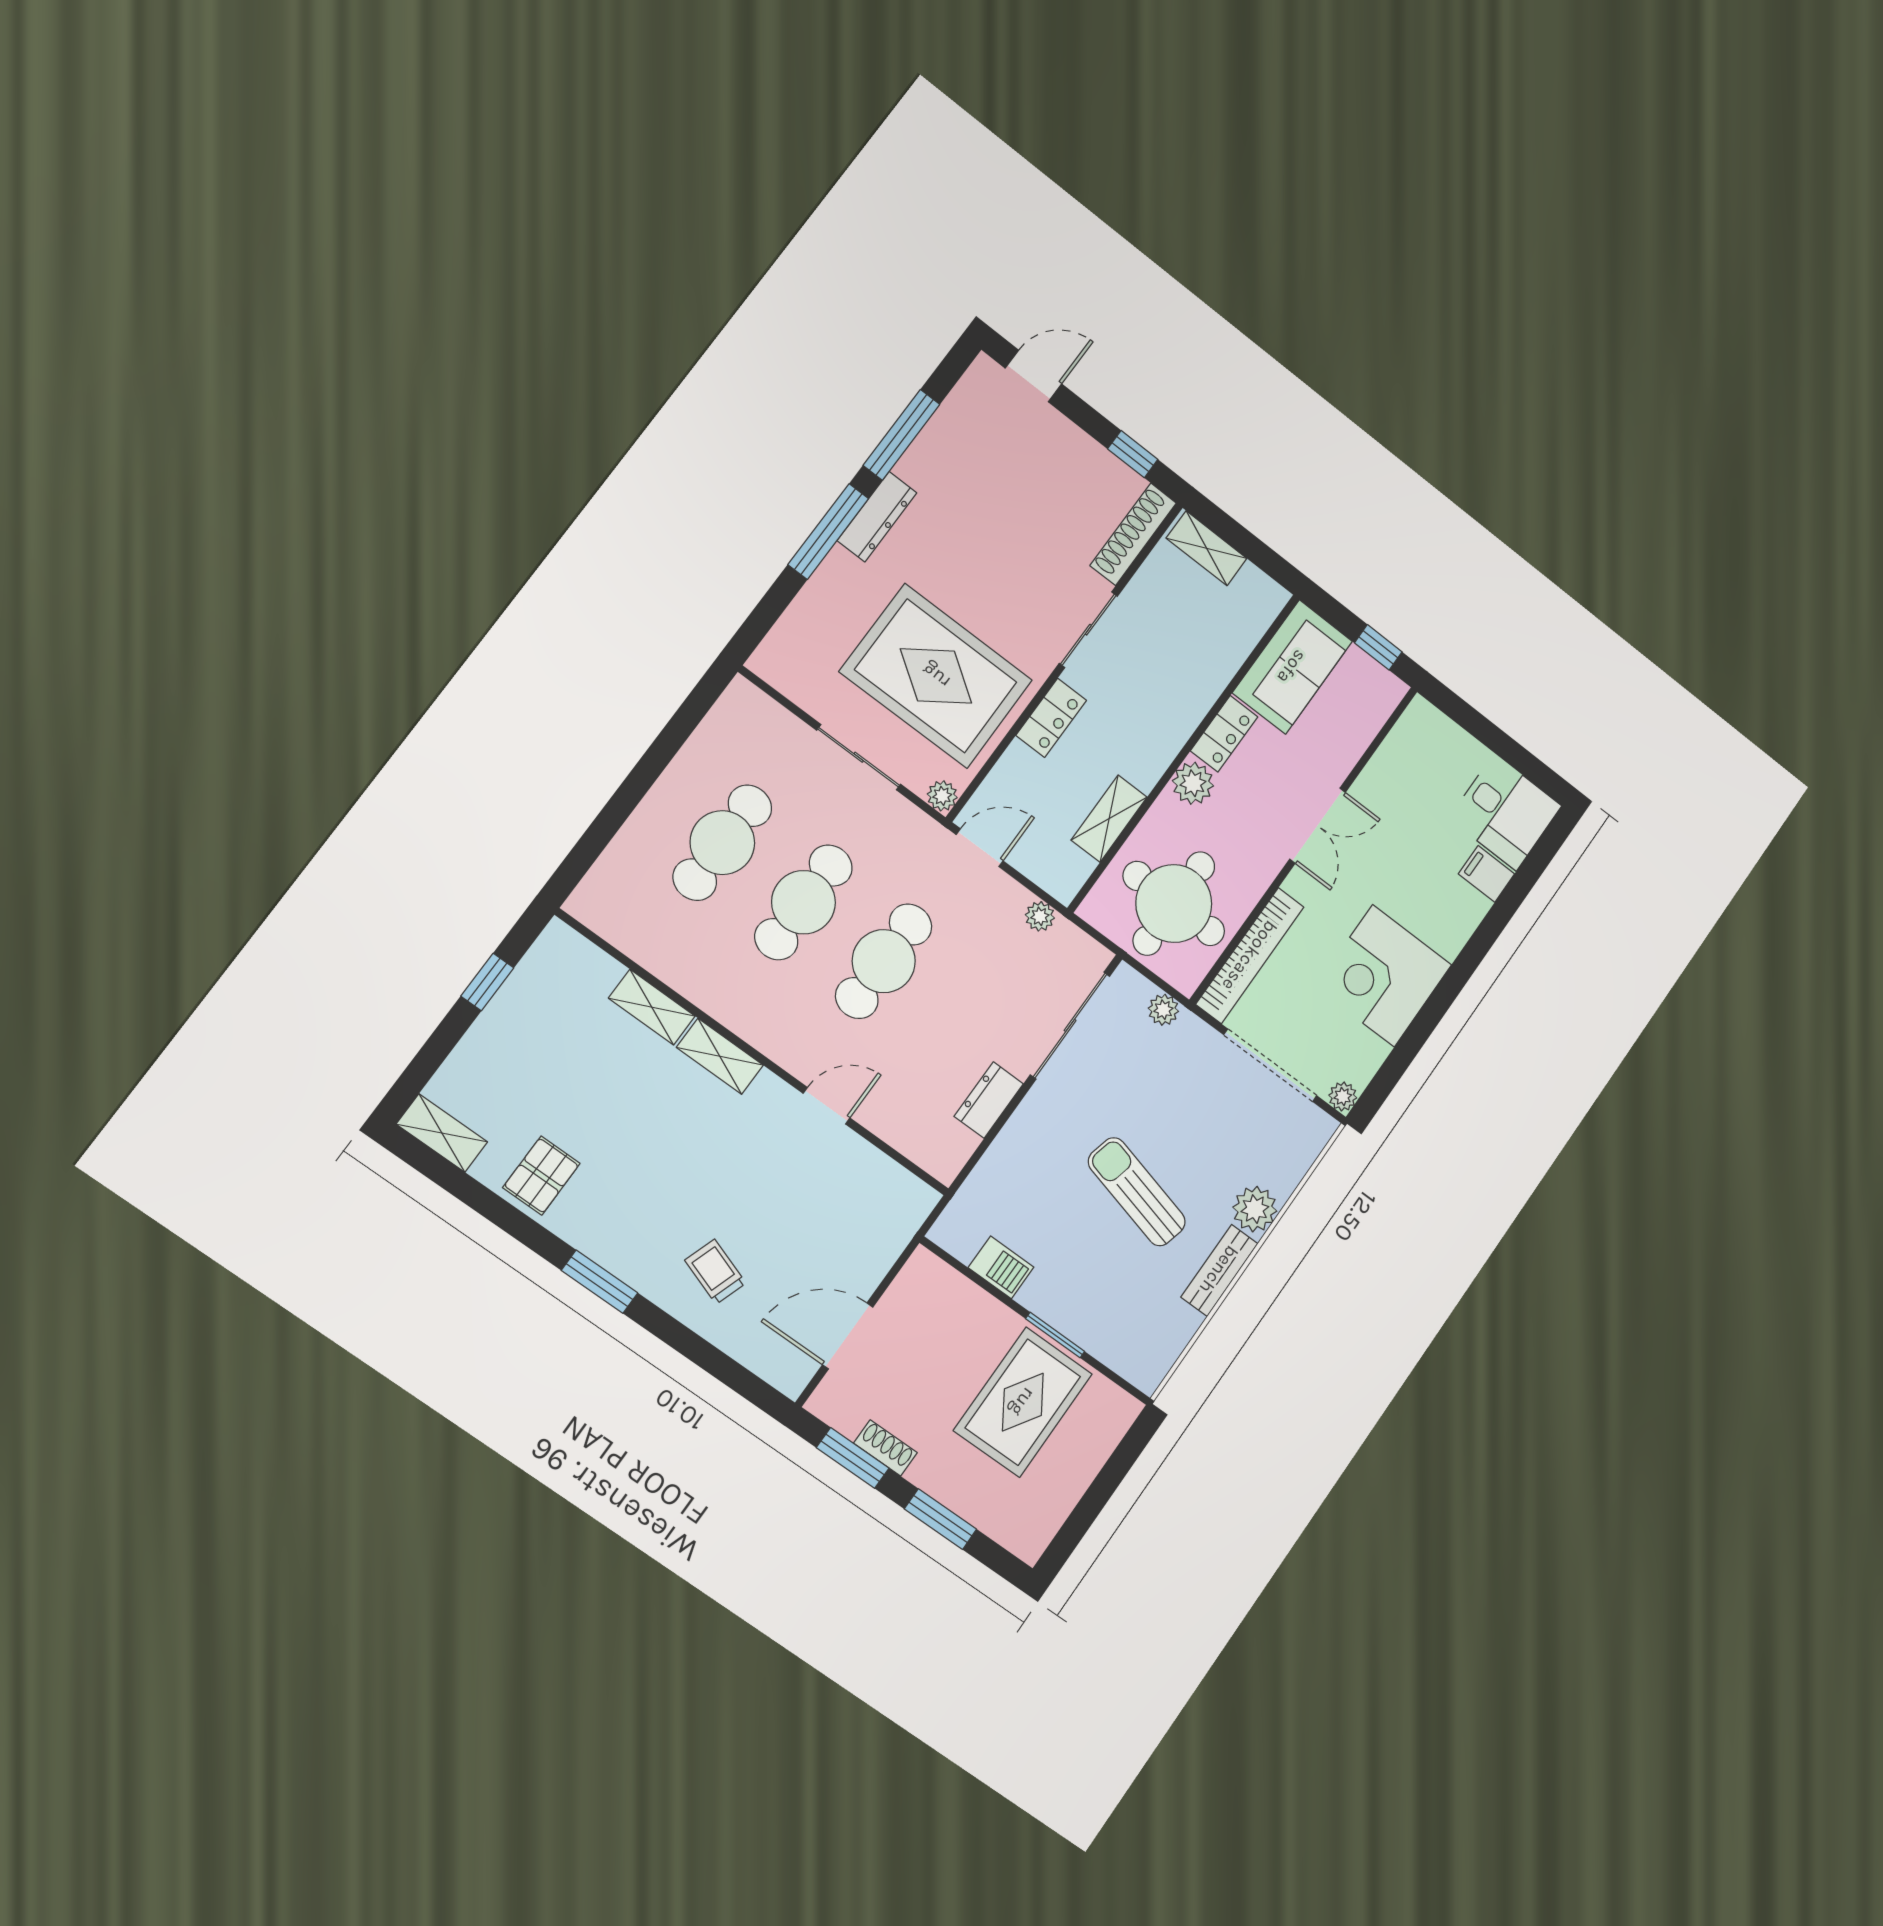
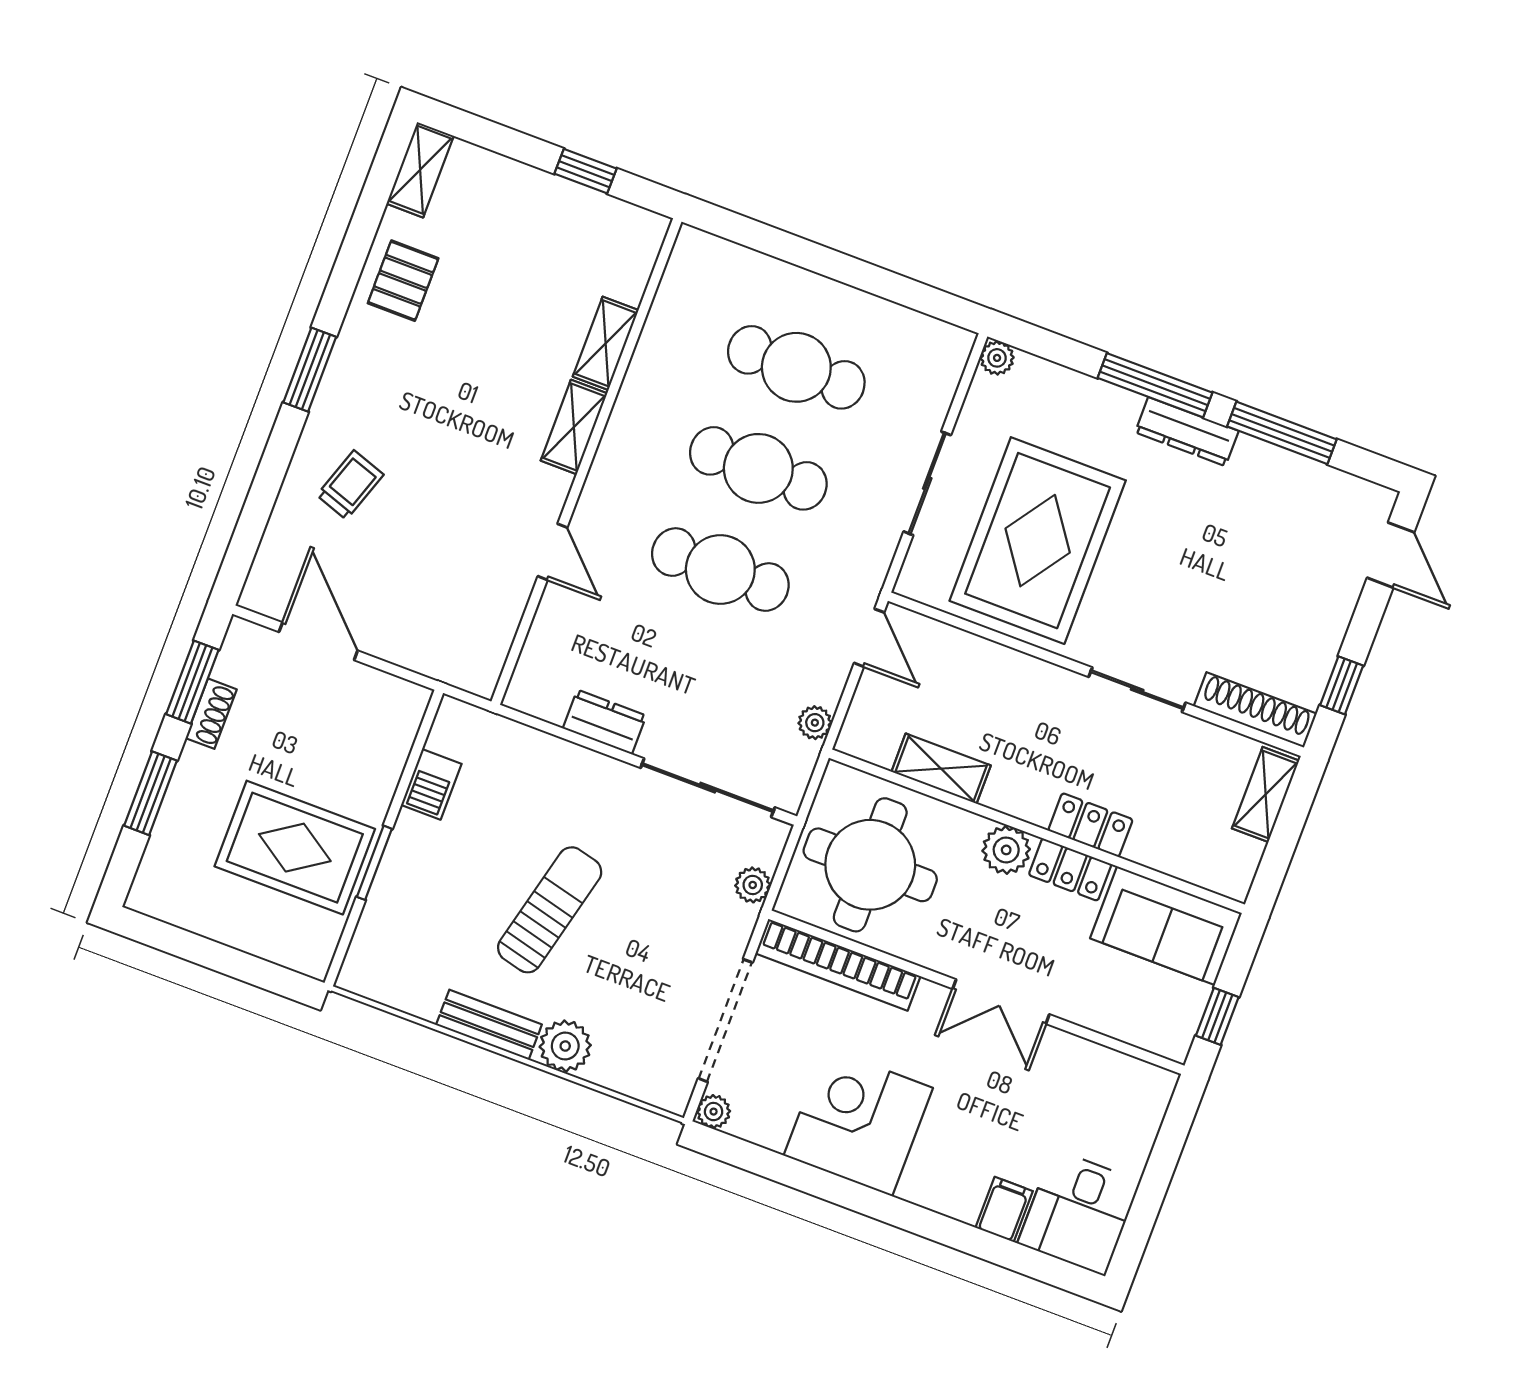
locker: (1051, 718) -> (1090, 825), moved, turned 180
plant: (942, 796) -> (997, 358), moved
pallet: (541, 1176) -> (403, 281), turned 90

